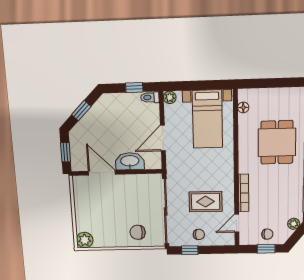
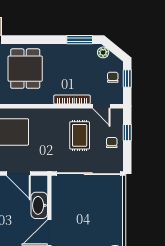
dining table: (277, 142) -> (25, 69), turned 90
chair: (138, 232) -> (108, 201), removed
window: (190, 250) -> (127, 133), moved

